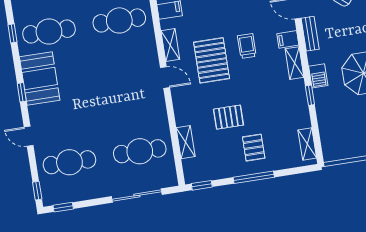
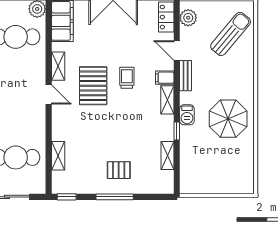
pallet: (228, 117) -> (100, 139), removed
shelving: (307, 144) -> (167, 156), moved
pallet: (254, 148) -> (119, 170), turned 90

